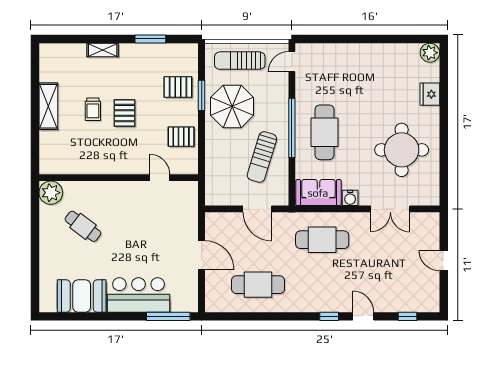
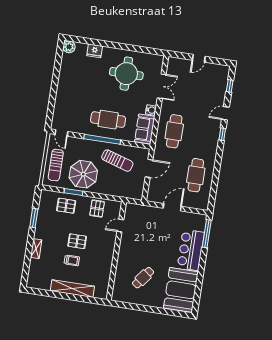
pallet: (178, 87) -> (66, 206), turned 90
shelving: (48, 106) -> (72, 289), width x1.47
plant: (51, 193) -> (119, 294), removed
booth: (82, 296) -> (181, 290), width x1.36, depth x1.42

